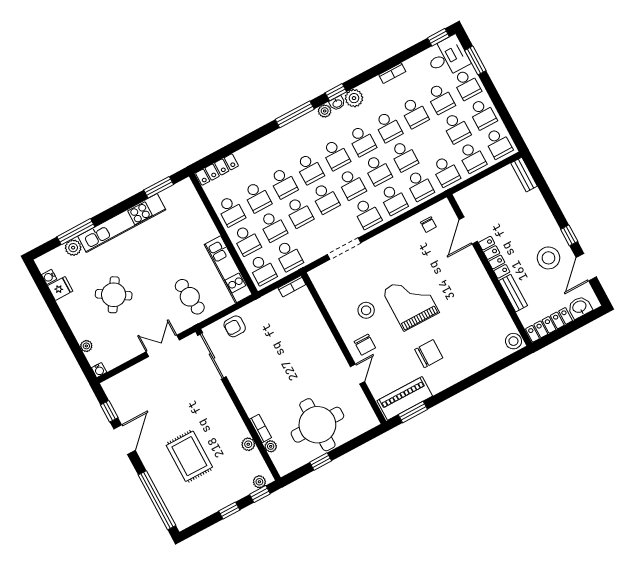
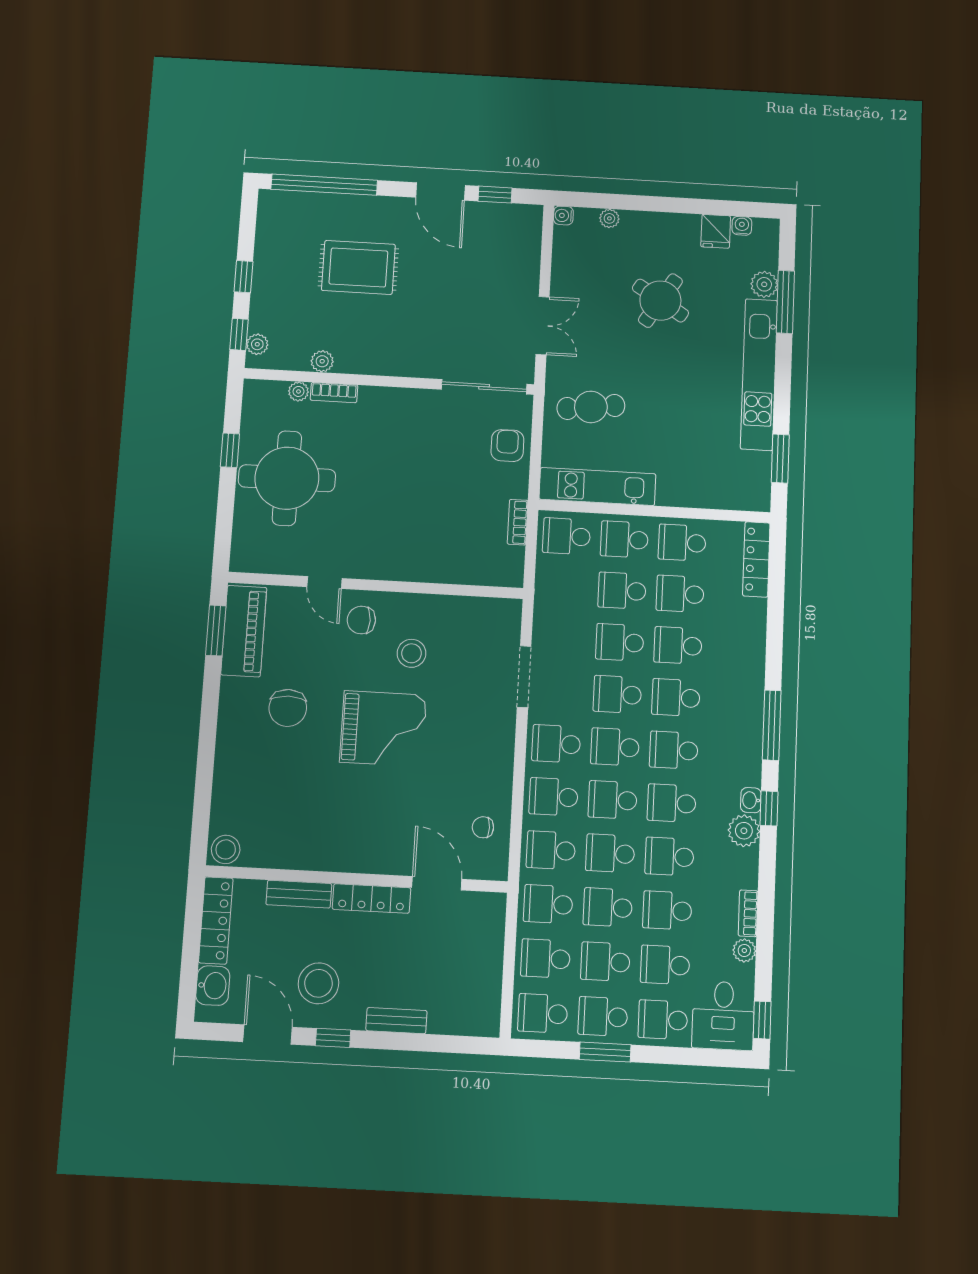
window: (475, 60) -> (605, 1052), moved
plant: (325, 111) -> (744, 950), moved
bench: (524, 175) -> (396, 1021), moved
school desk: (289, 256) -> (608, 907), moved
bookcase: (292, 286) -> (518, 522), moved

